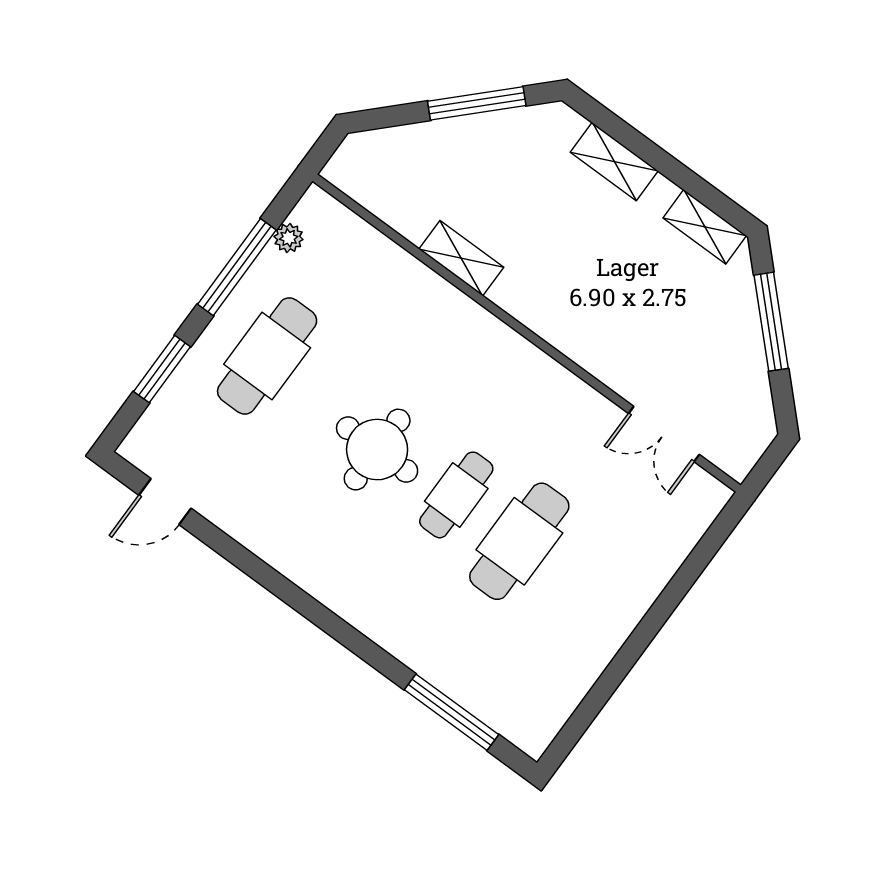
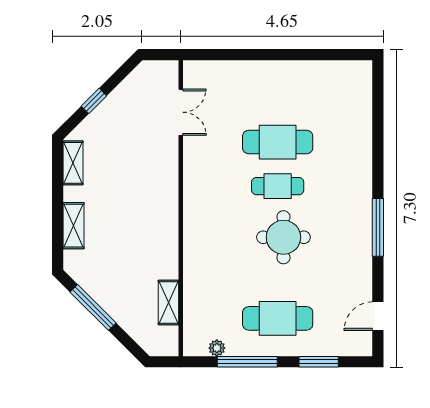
shelving: (461, 258) -> (168, 303), moved
window: (771, 322) -> (94, 101), width x0.46
door: (165, 502) -> (378, 316), swing flipped
window: (452, 712) -> (378, 227), moved

